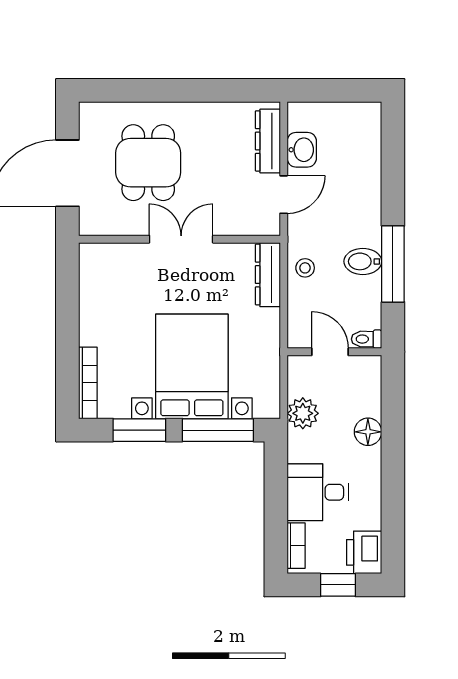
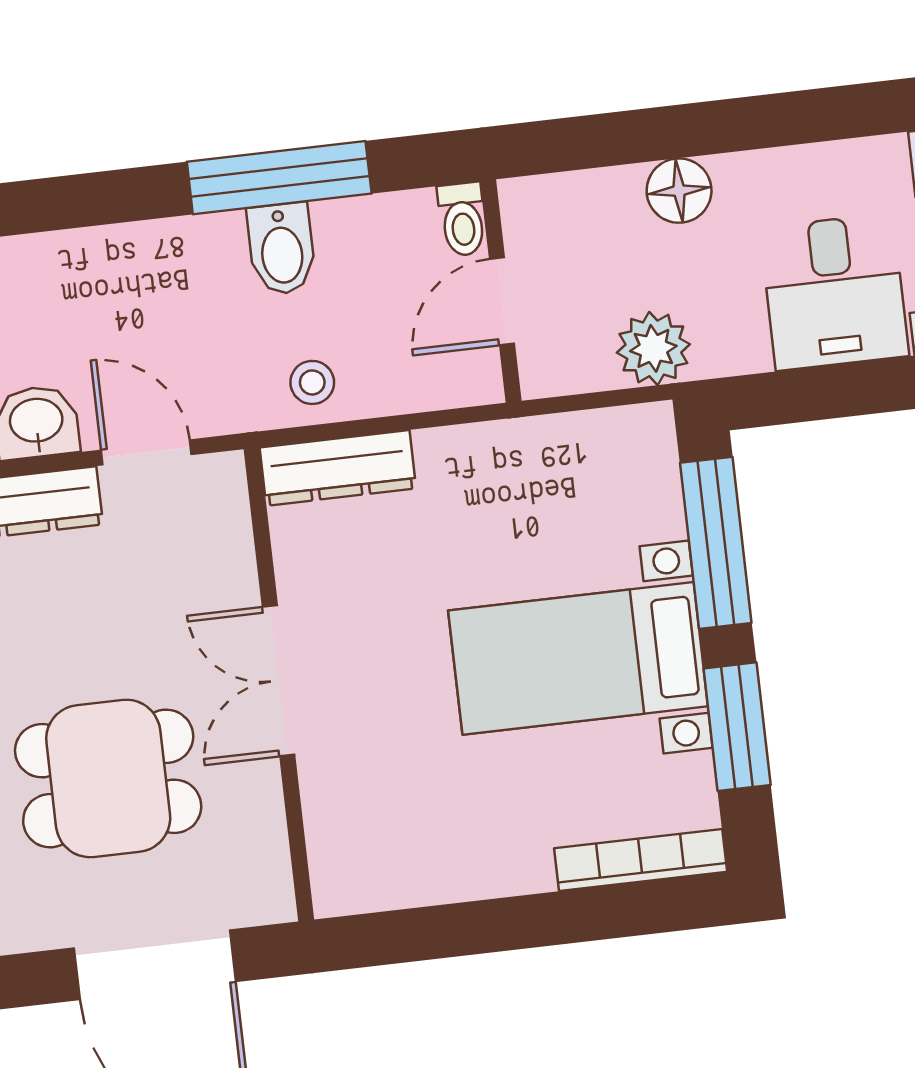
bed with nightstands: (192, 366) -> (578, 658), width x0.73

